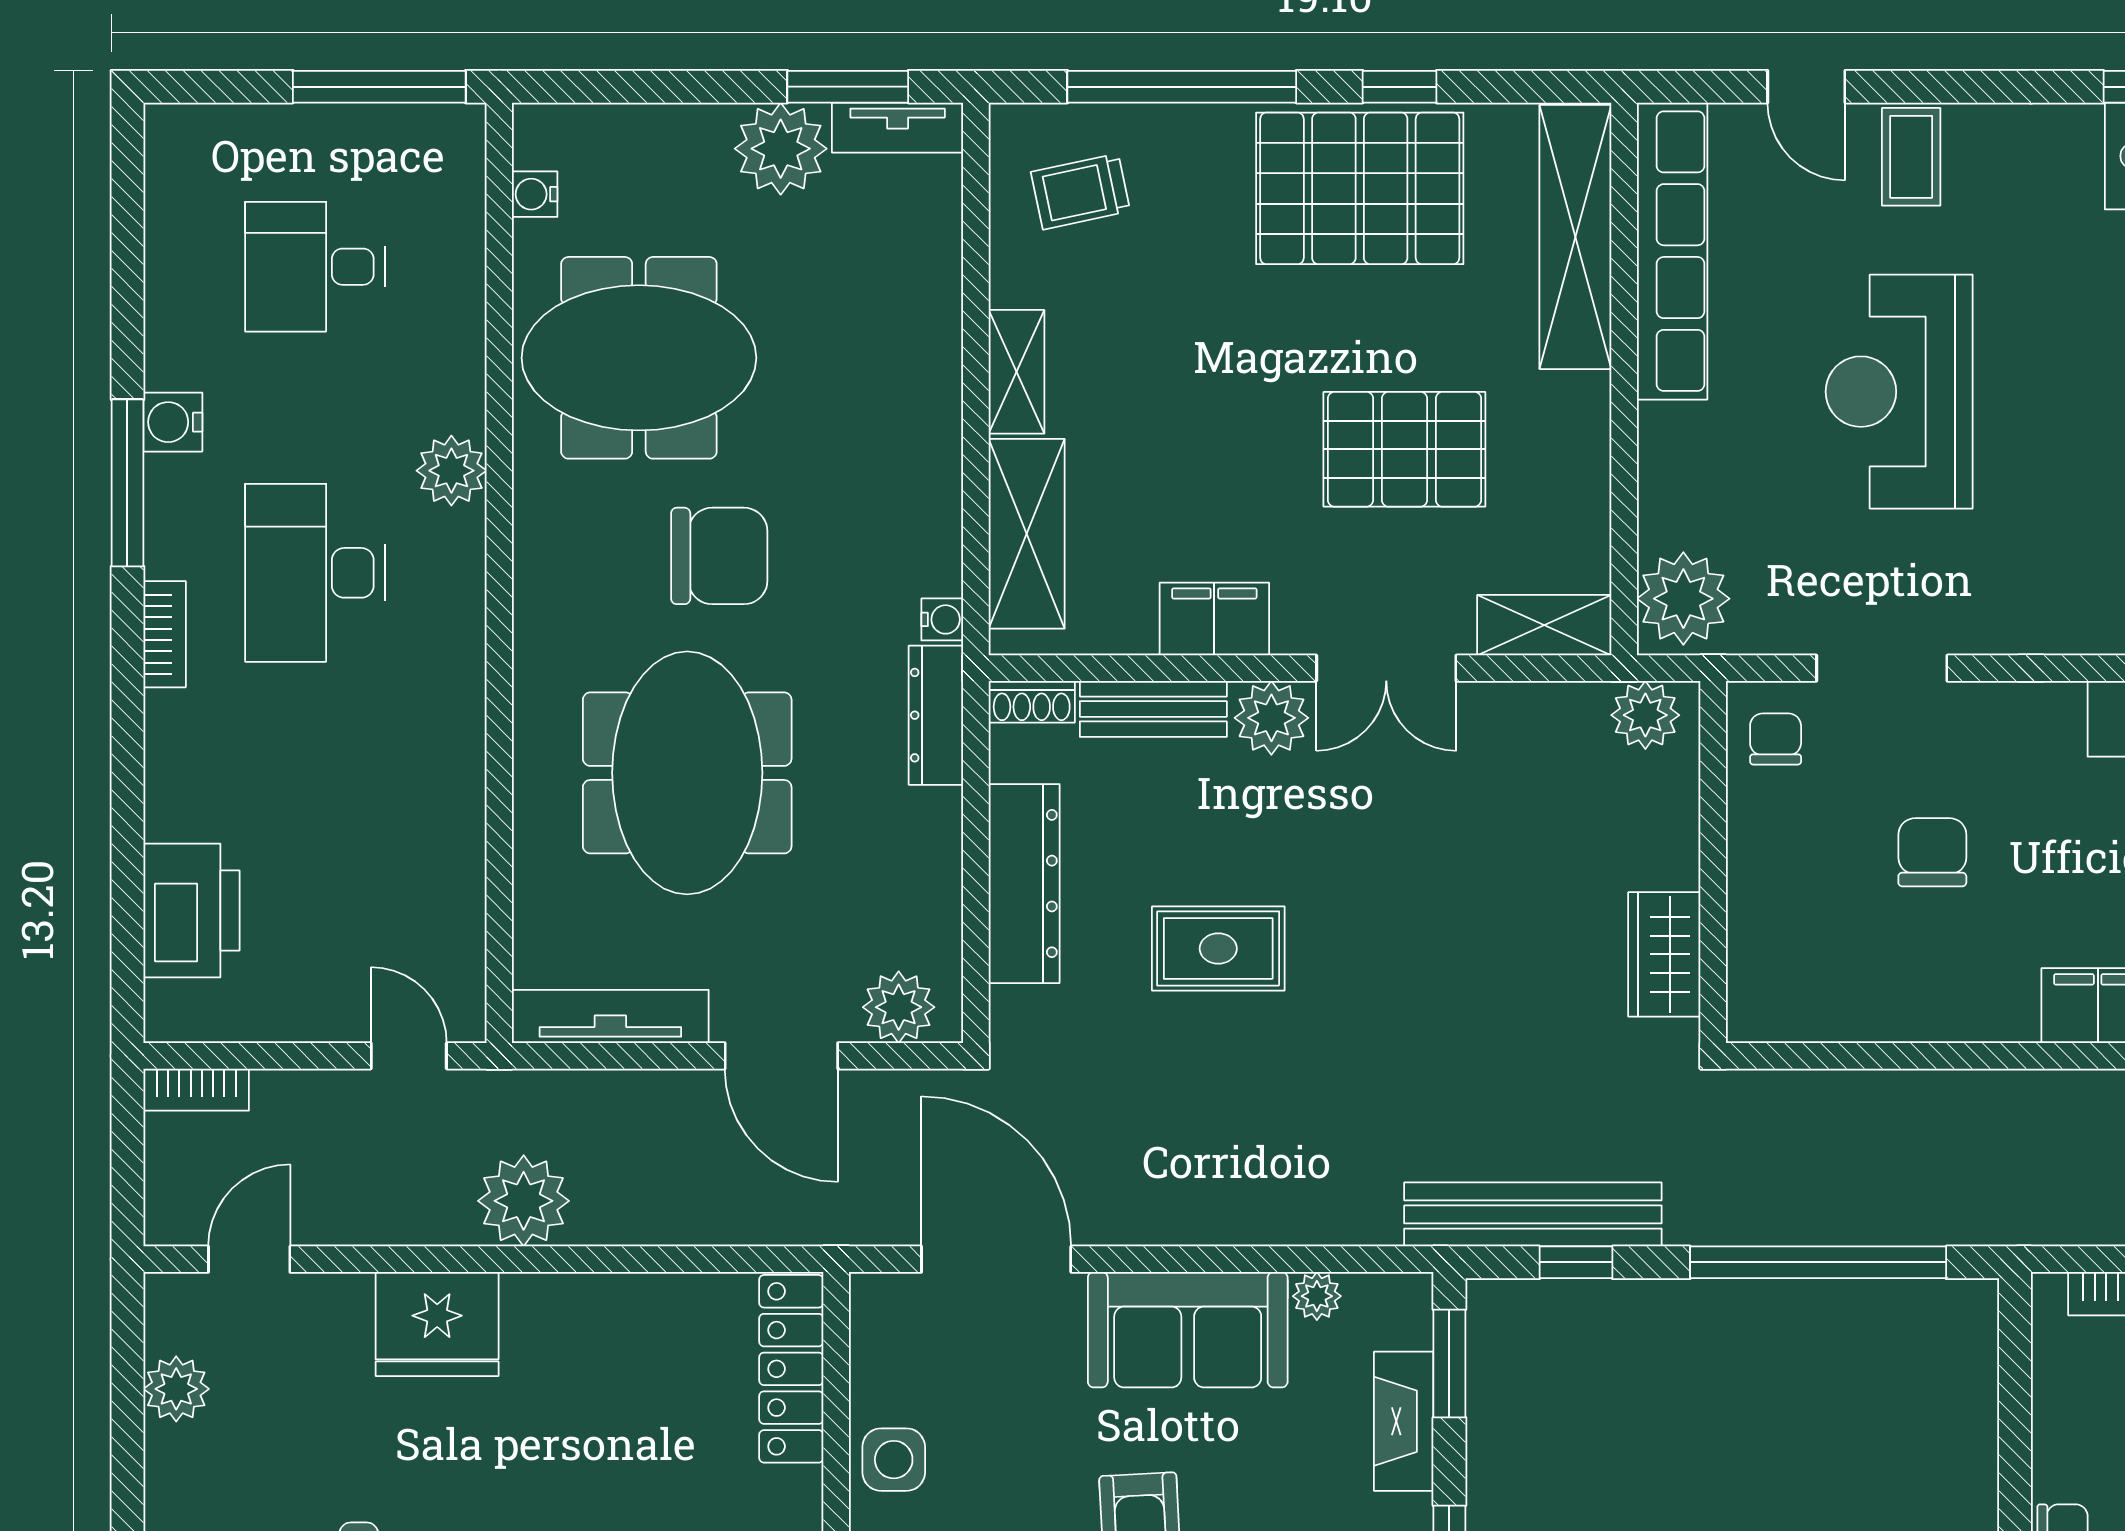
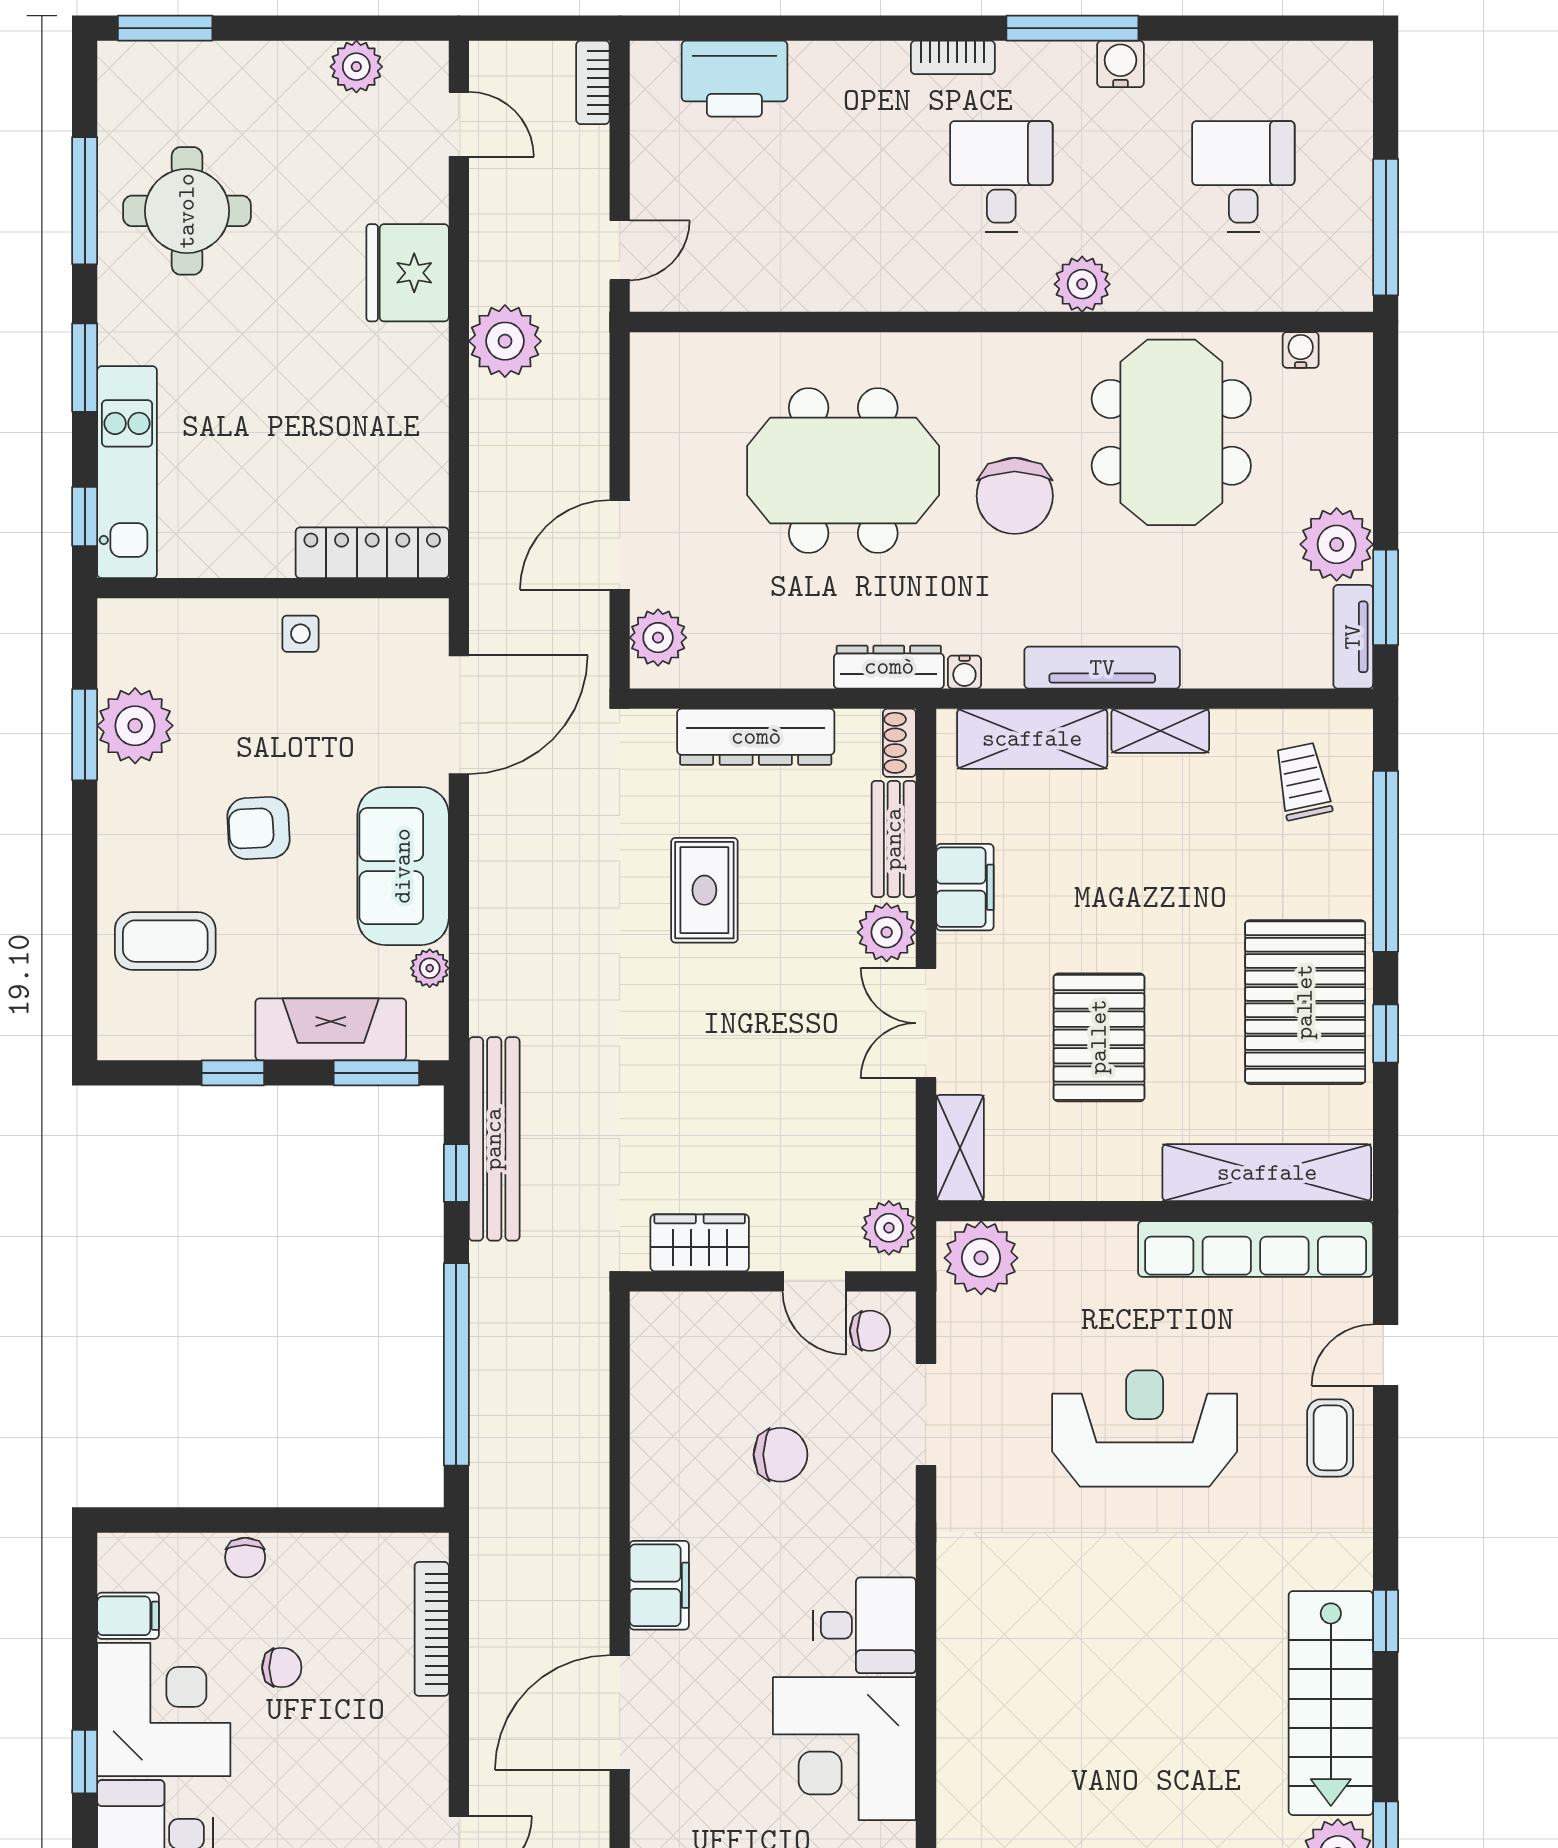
coffee table: (1911, 157) -> (1330, 1438), turned 90
desk: (315, 573) -> (1001, 176), width x0.73
door: (1713, 810) -> (814, 1281), added
tv unit: (610, 1016) -> (1102, 668), moved, turned -90
fireplace: (1404, 1421) -> (331, 1029), width x1.37, depth x1.32
side table: (894, 1460) -> (300, 634), width x0.73, depth x0.73

